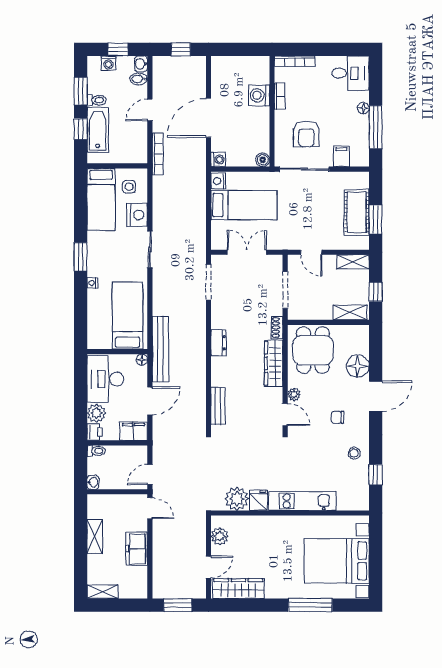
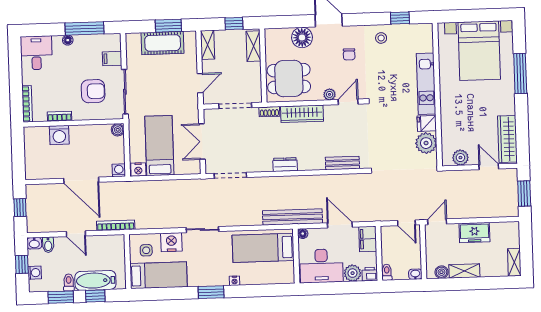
boiler: (94, 511) -> (441, 272), added

